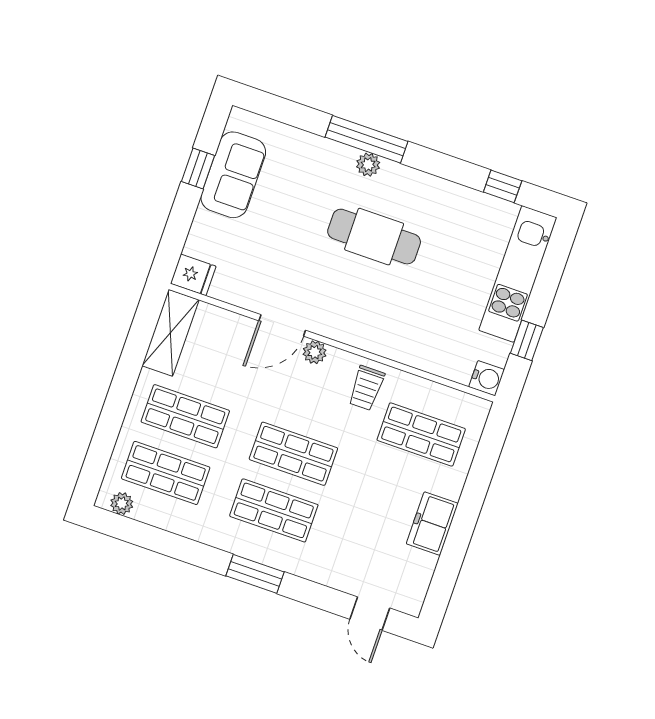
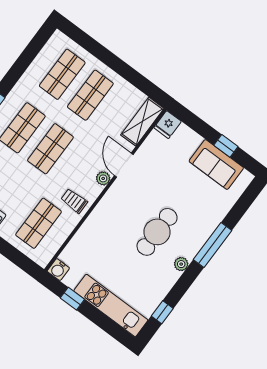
plant: (368, 165) -> (181, 264), moved
shelving: (170, 333) -> (142, 122), moved, turned 90
plant: (122, 504) -> (53, 44), removed

